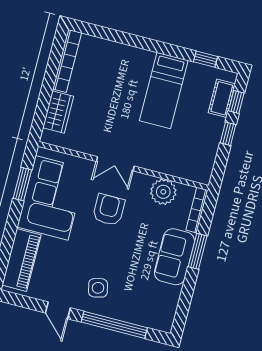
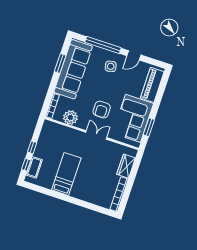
window: (205, 59) -> (42, 190), removed
window: (198, 251) -> (60, 63), moved
sofa: (174, 257) -> (73, 69), width x1.85, depth x1.27
door: (58, 310) -> (134, 55), swing flipped

